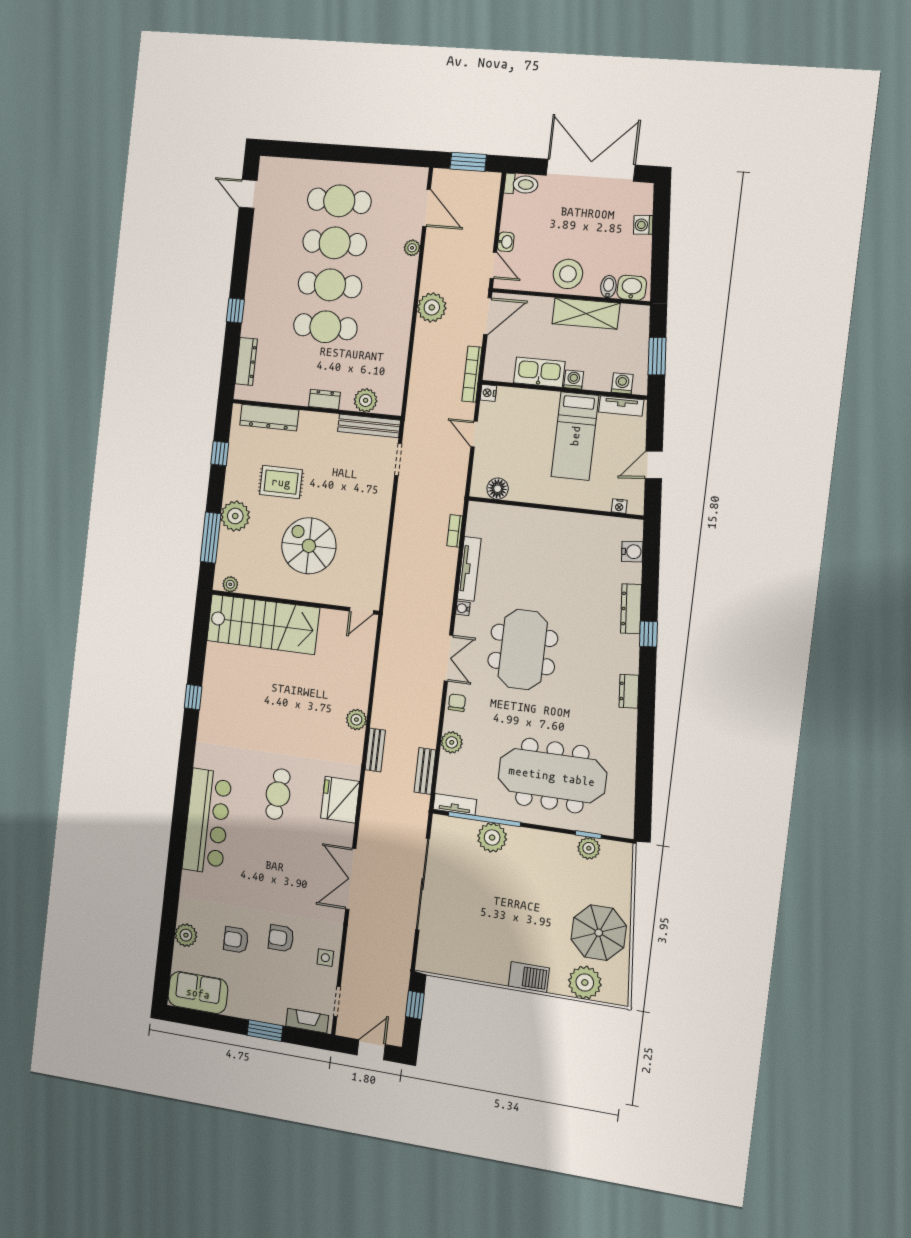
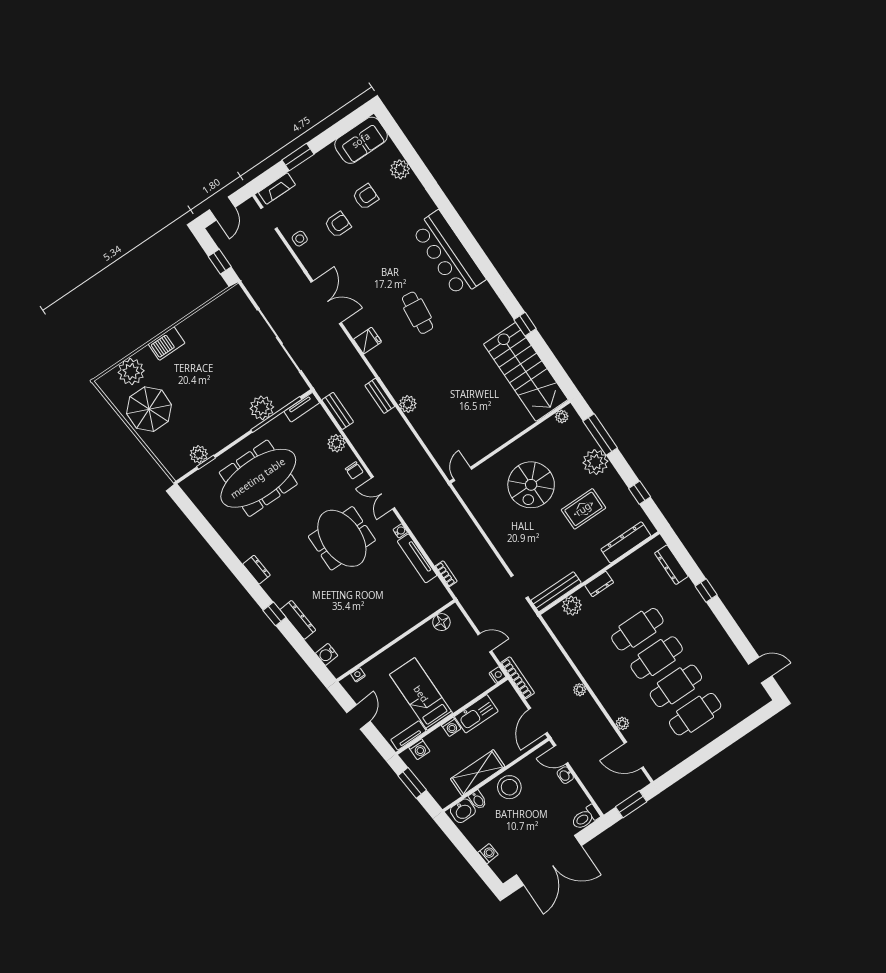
plant: (432, 307) -> (580, 690), width x0.53, depth x0.53
spiral stairs: (309, 546) -> (531, 485), turned 90
stairs: (263, 624) -> (526, 372), moved, turned -90
fridge: (340, 800) -> (368, 341), width x0.53, depth x0.75

